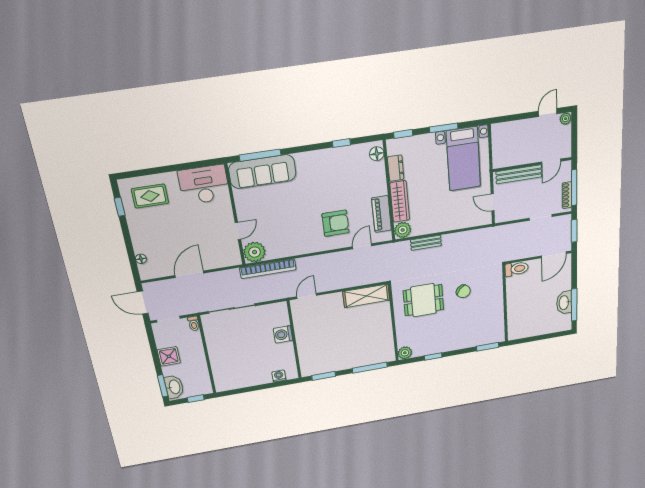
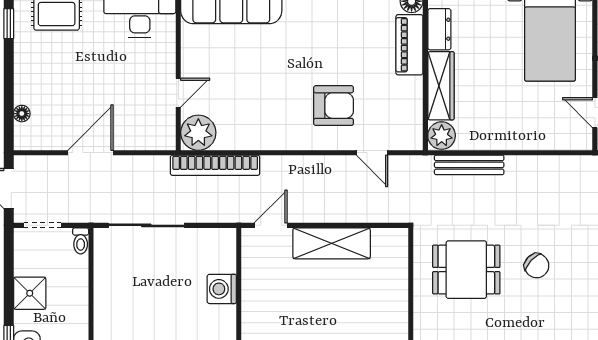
piano: (382, 214) -> (409, 45), moved
bench: (426, 243) -> (469, 165), width x1.36
door: (362, 246) -> (372, 153), swing flipped
shelving: (366, 296) -> (332, 243), moved

